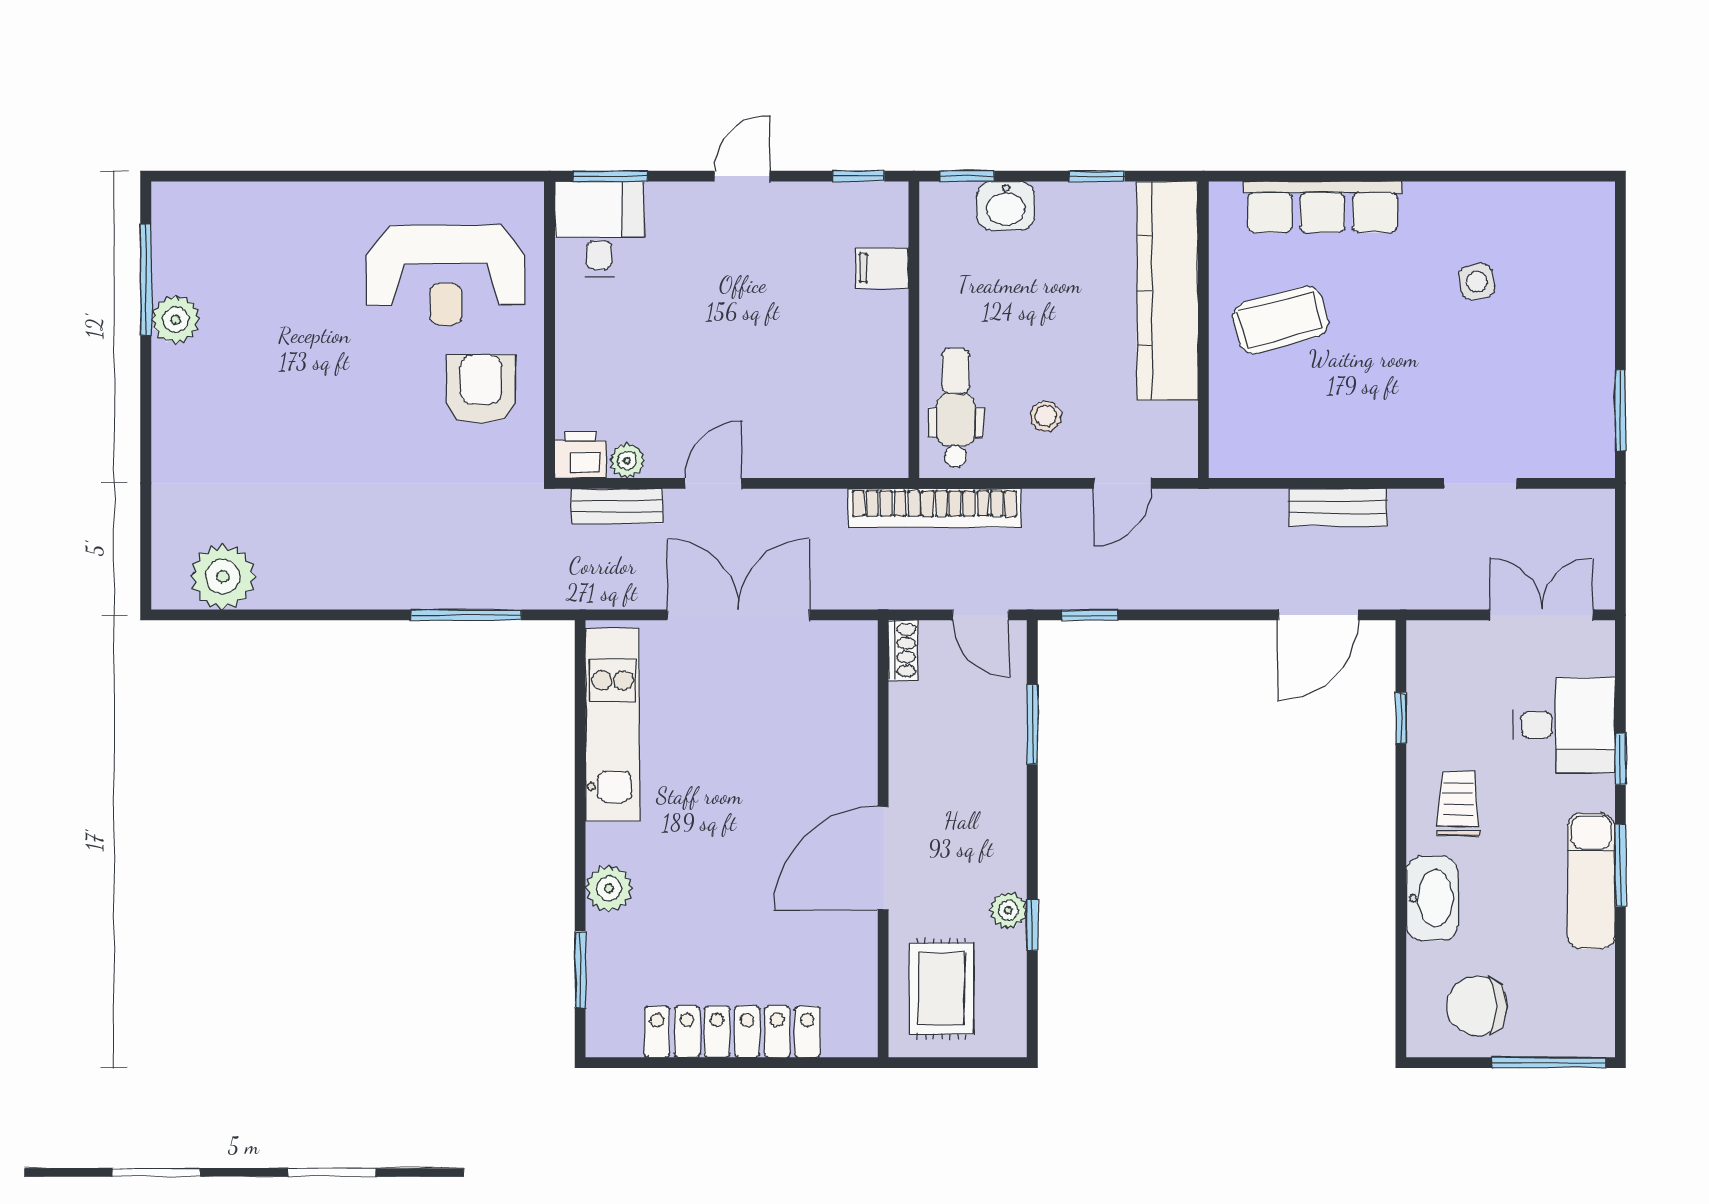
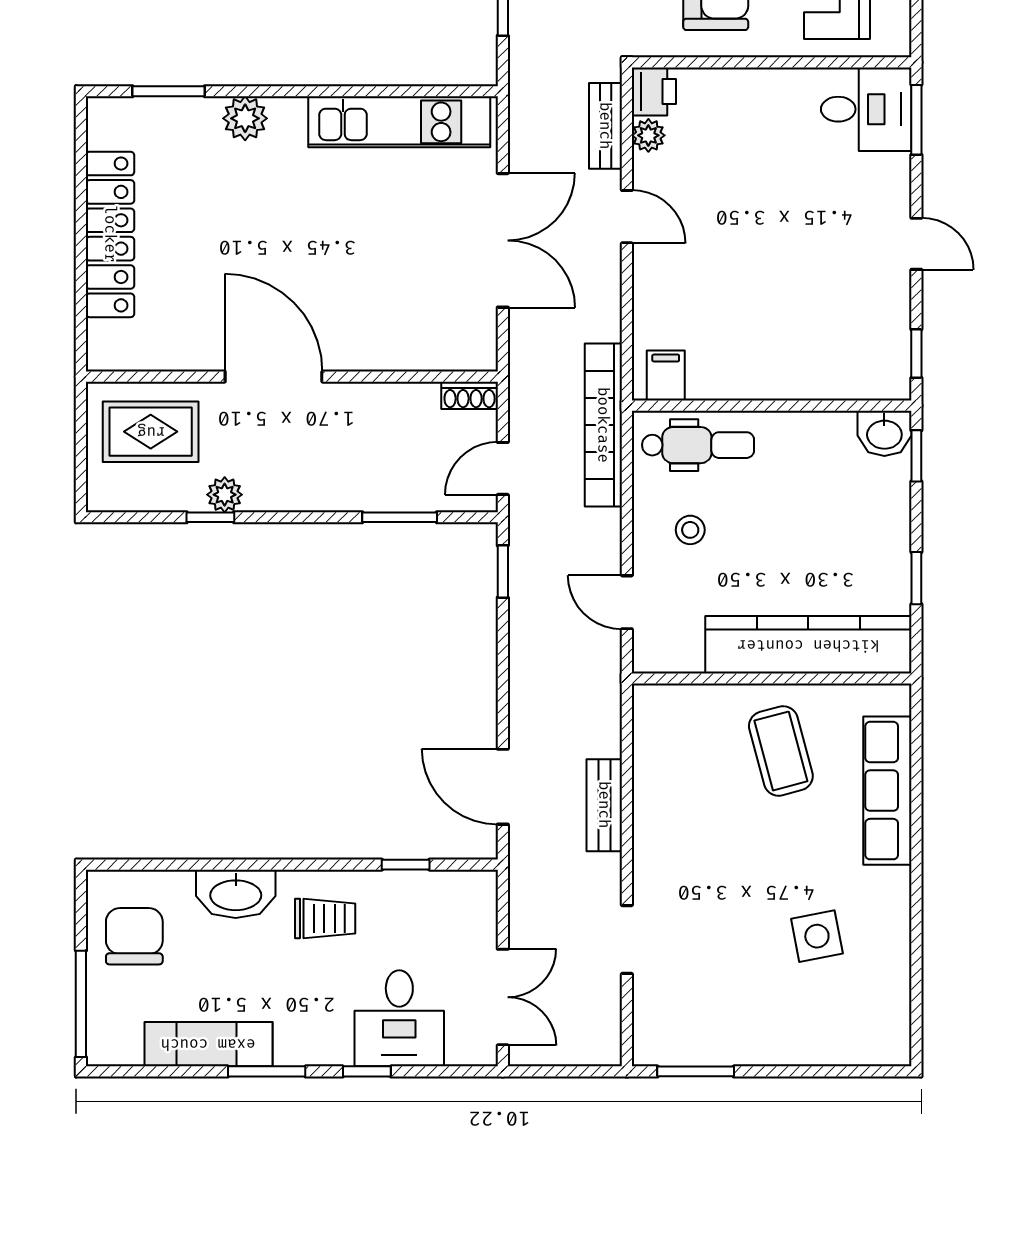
washbasin: (1006, 206) -> (884, 433), moved, turned -90
filing cabinet: (882, 268) -> (666, 376), moved
side table: (1477, 282) -> (817, 936), width x1.37, depth x1.37
exam couch: (1591, 881) -> (208, 1044), moved

